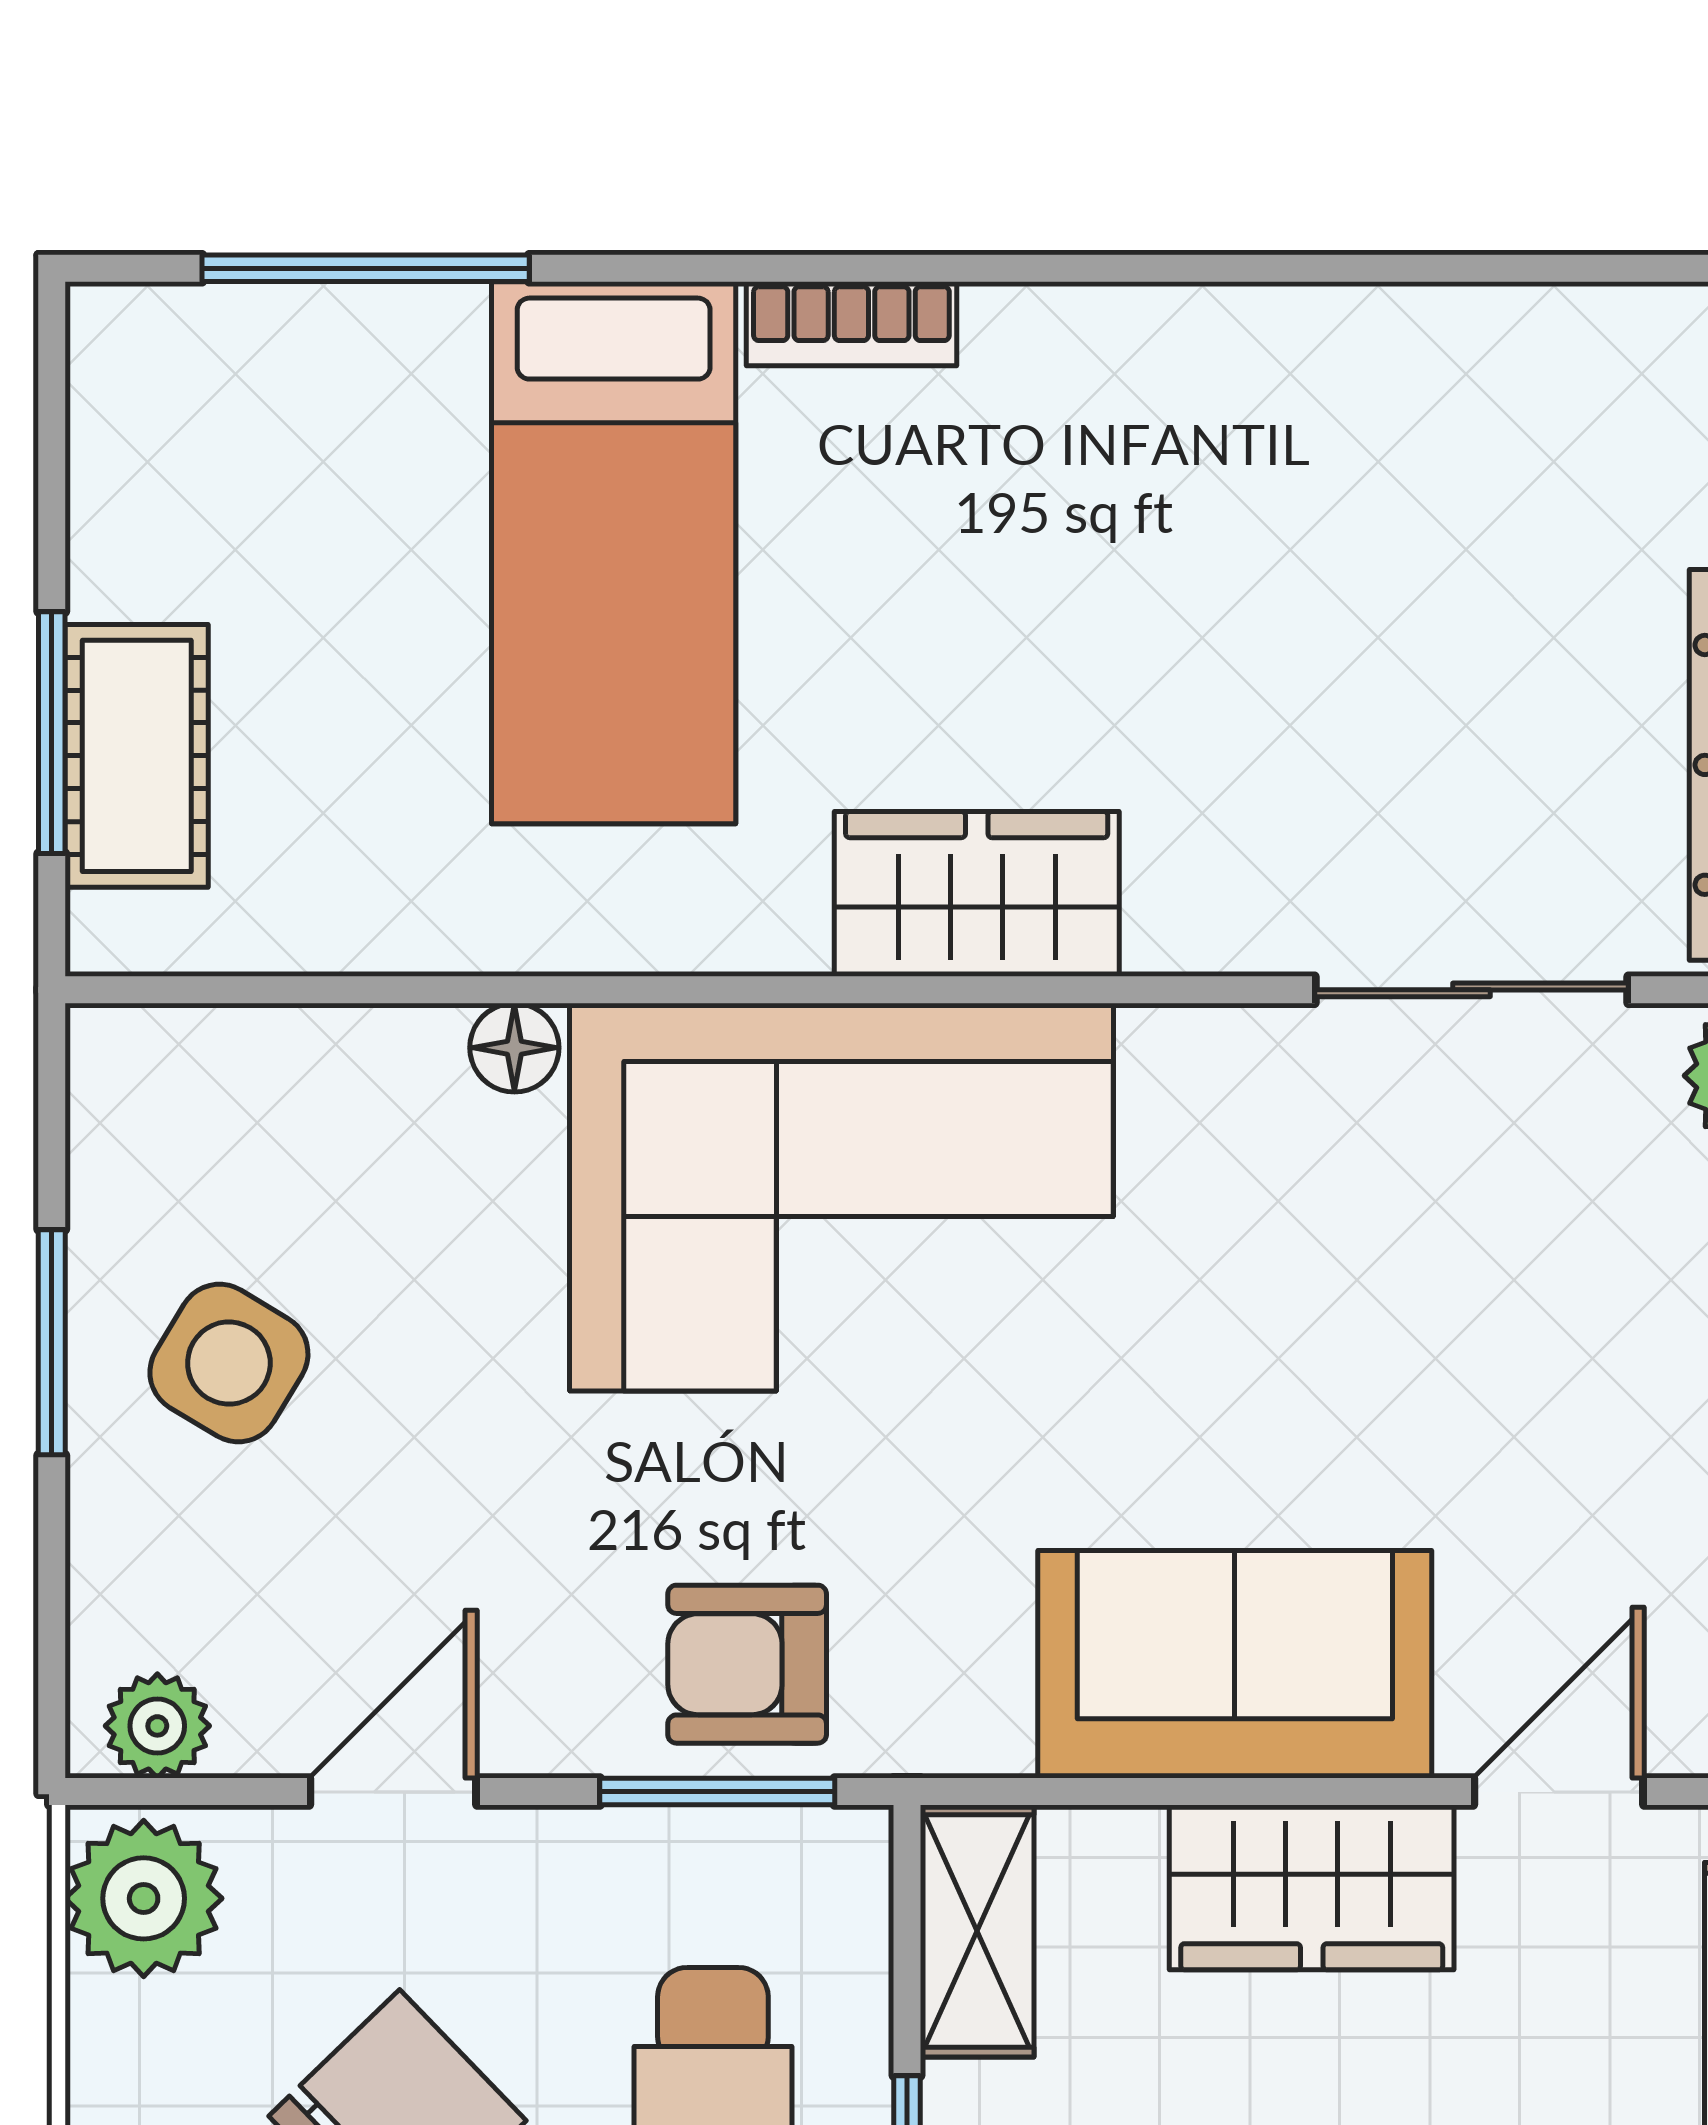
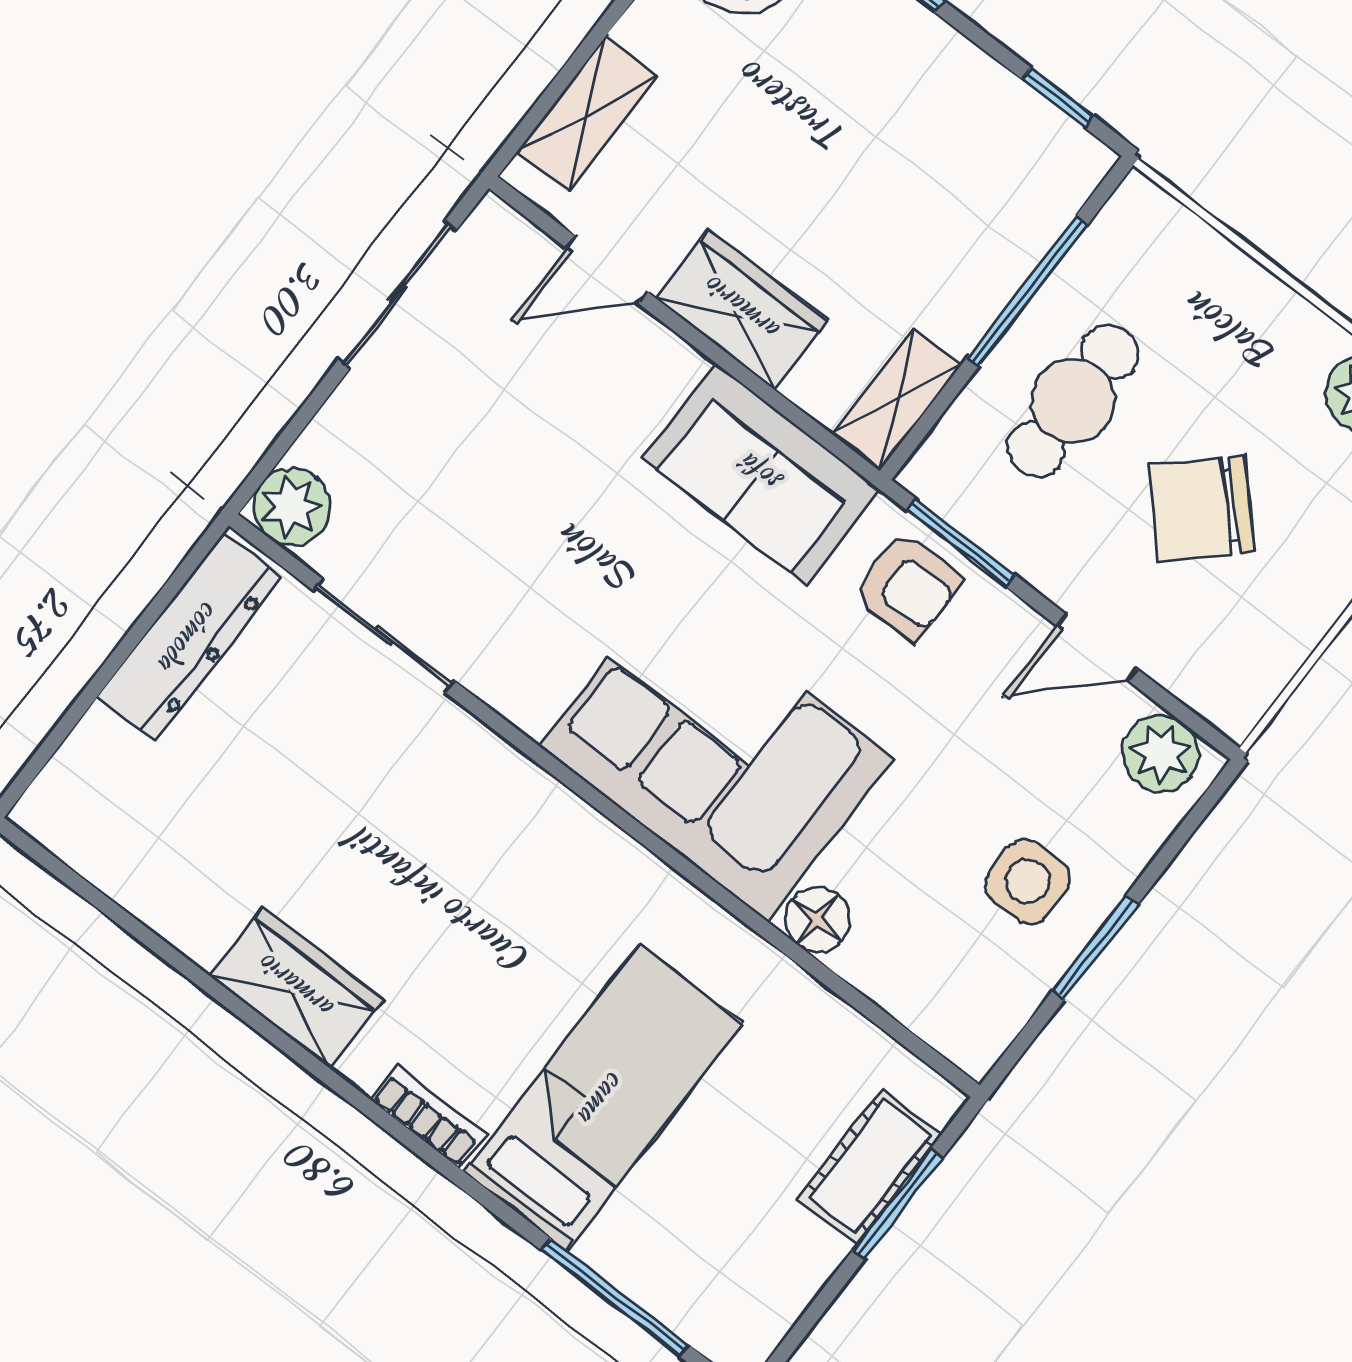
wardrobe: (977, 894) -> (296, 988), moved, turned 180
floor lamp: (514, 1048) -> (817, 920), width x1.37, depth x1.37
side table: (229, 1363) -> (1027, 881), turned -31
sofa: (1235, 1664) -> (761, 474), moved
plant: (157, 1726) -> (1161, 754), width x1.38, depth x1.38
plant: (144, 1898) -> (1237, 683), removed

